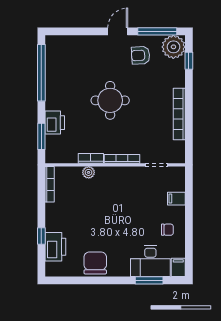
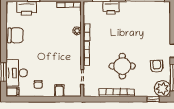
round table: (110, 100) -> (122, 66), moved

